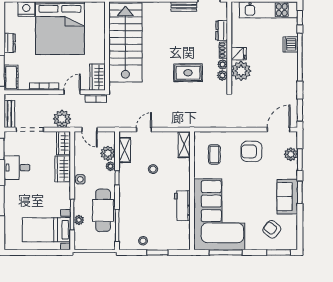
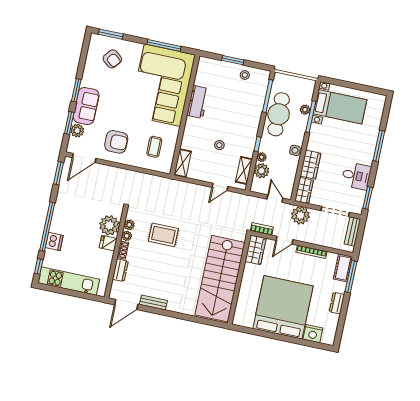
sofa: (287, 197) -> (86, 106), moved

